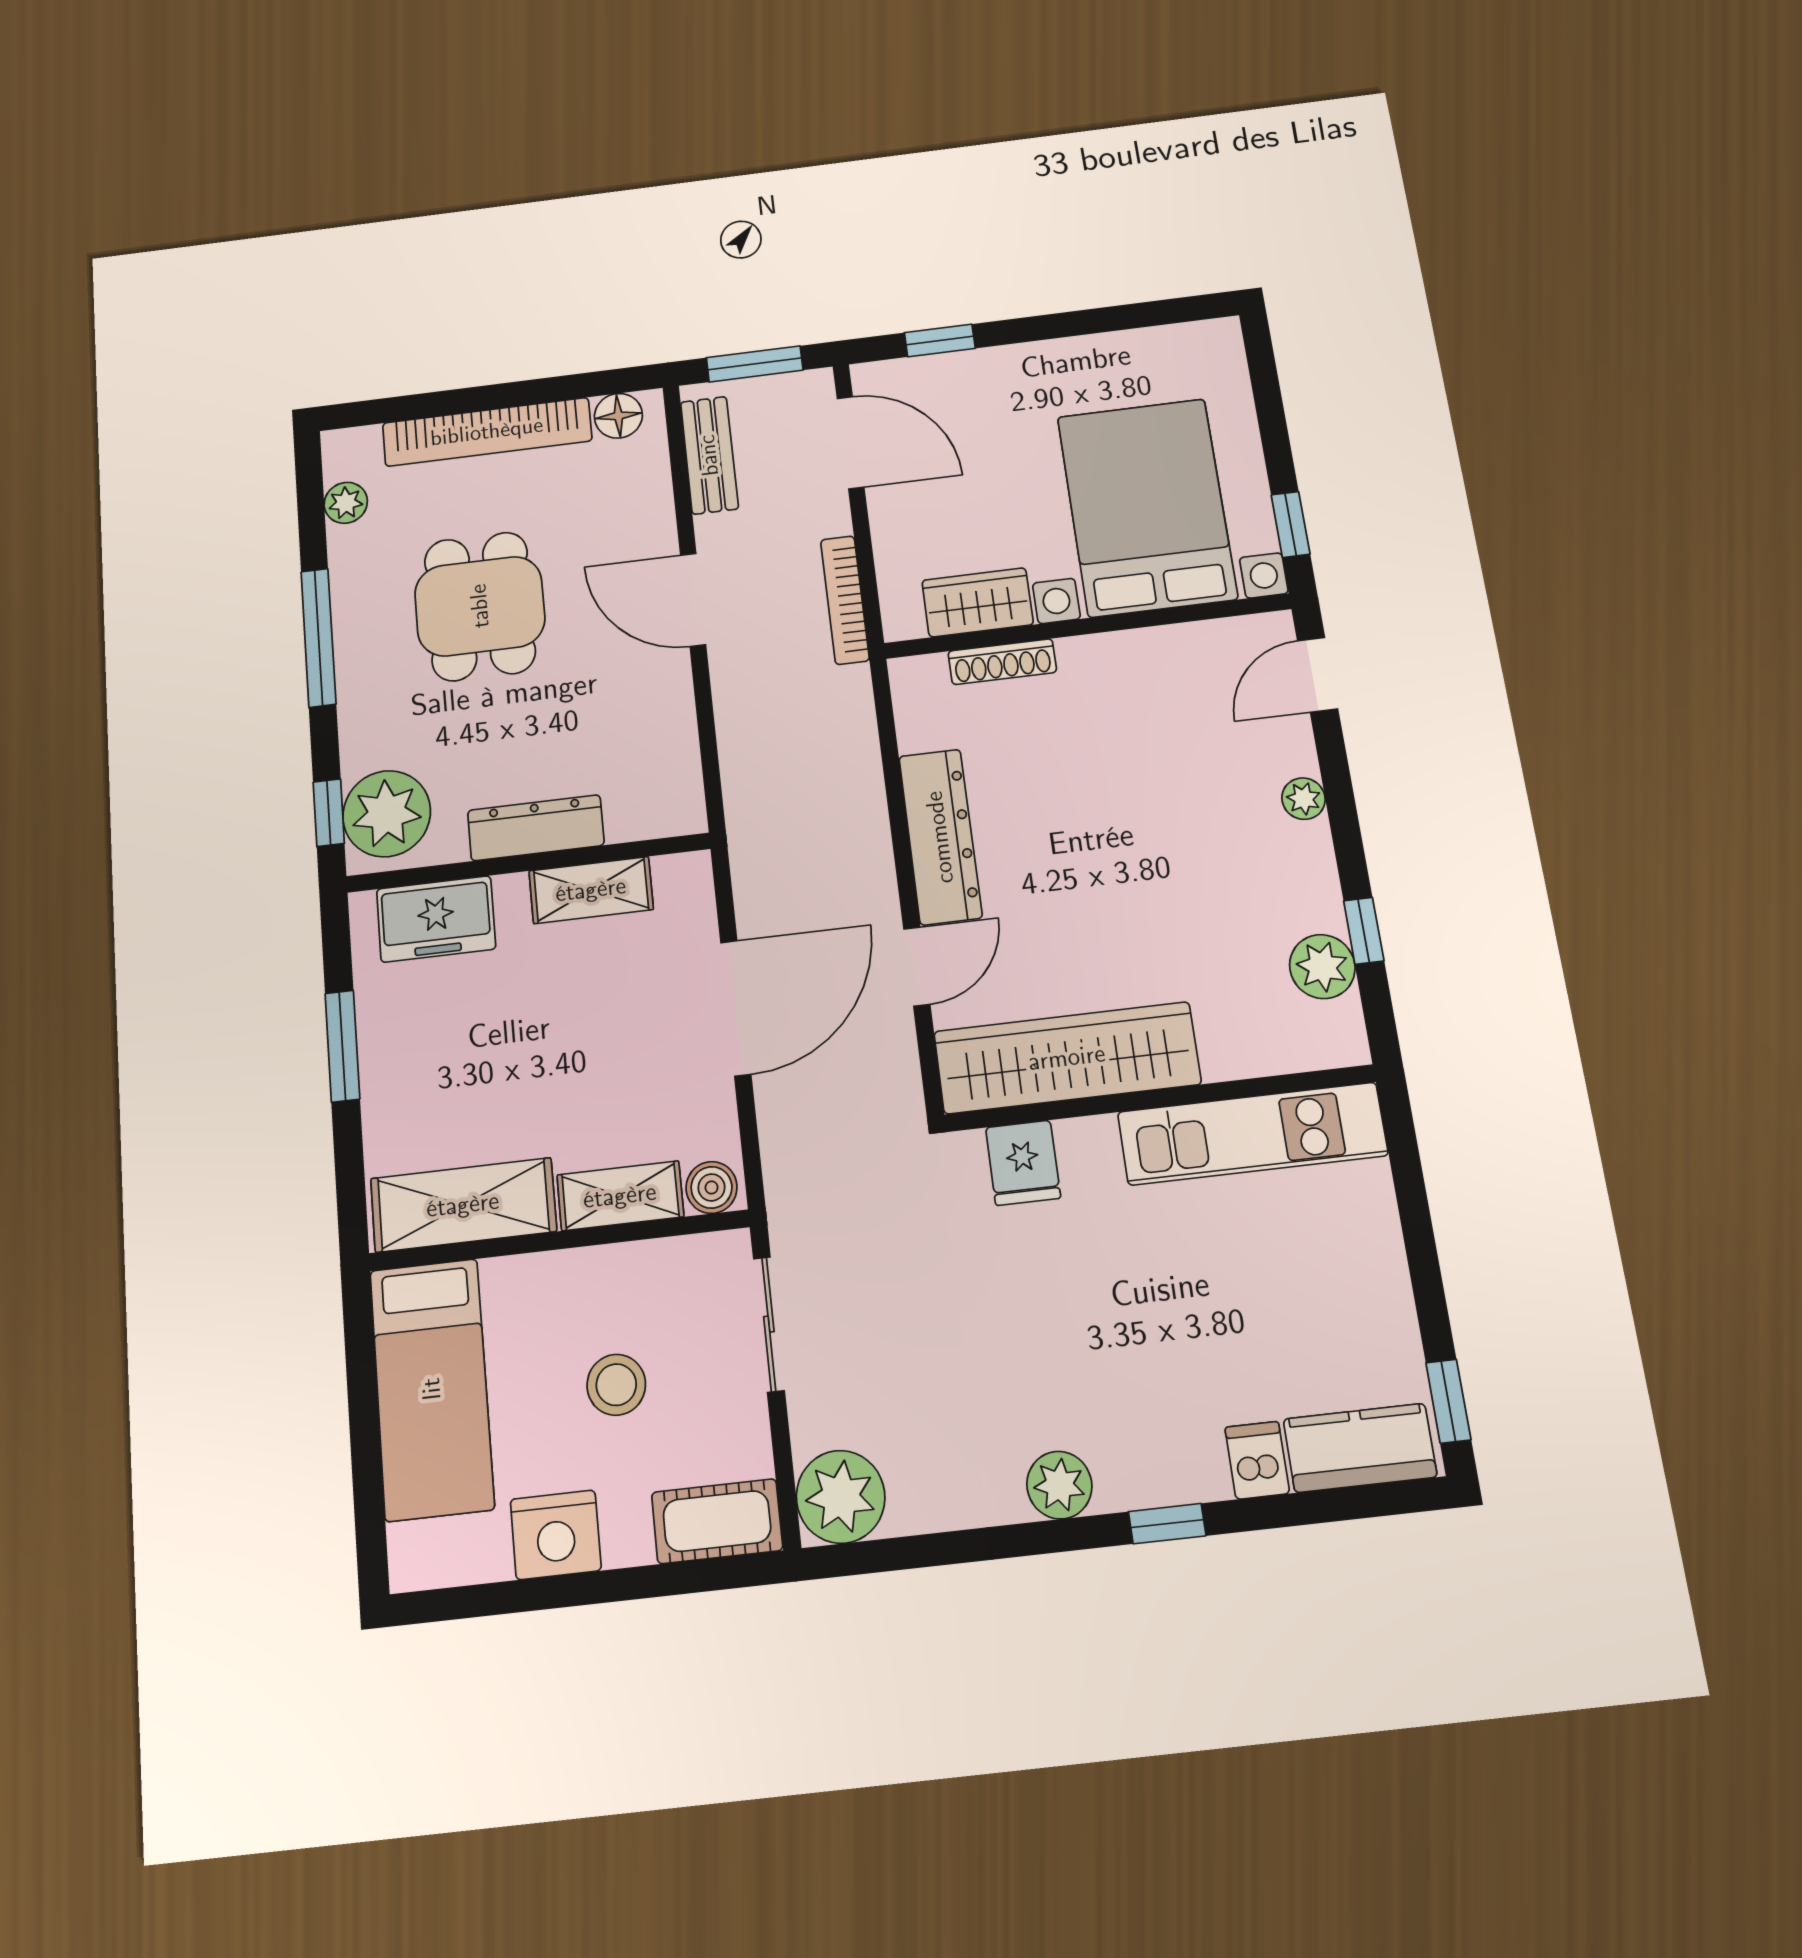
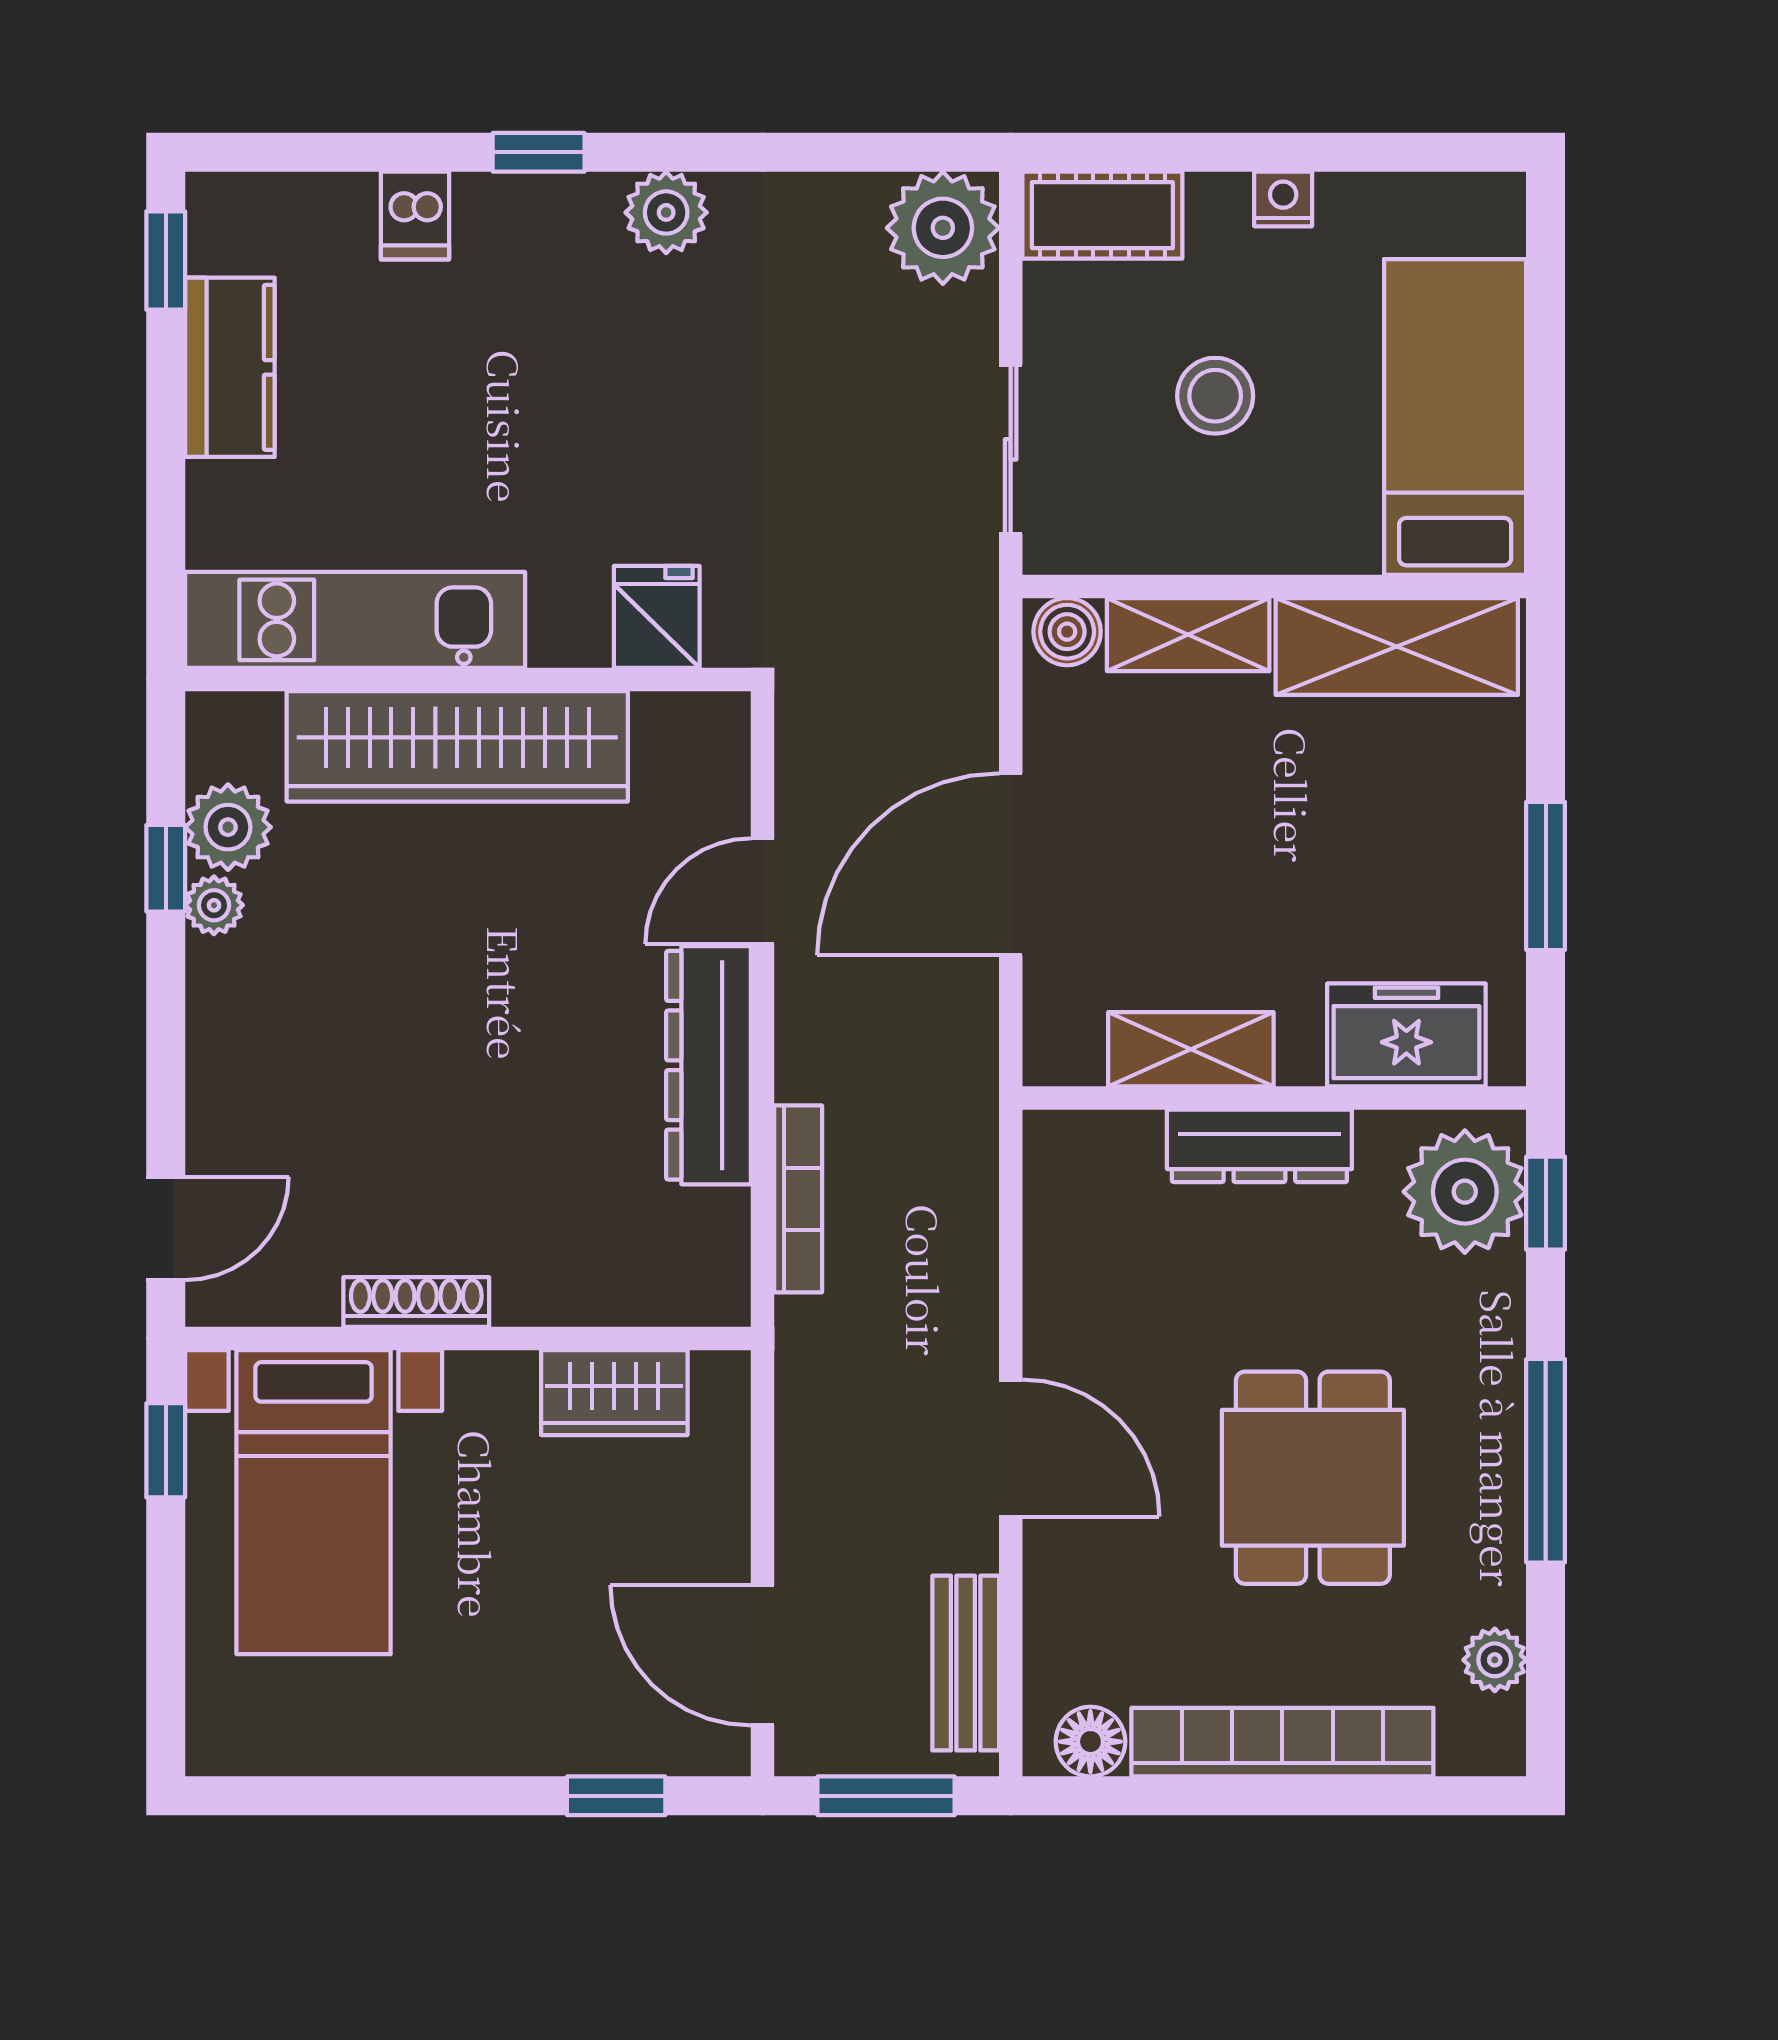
bed with nightstands: (1147, 507) -> (314, 1502), width x0.73
bookcase: (845, 600) -> (798, 1199), moved
shoe rack: (1002, 662) -> (416, 1302), moved
plant: (1304, 799) -> (214, 905), moved
wardrobe: (1067, 1058) -> (457, 746), moved
kitchen counter: (1360, 1448) -> (230, 367), moved, turned -90
nightstand: (556, 1535) -> (1283, 199), width x0.53, depth x0.56

